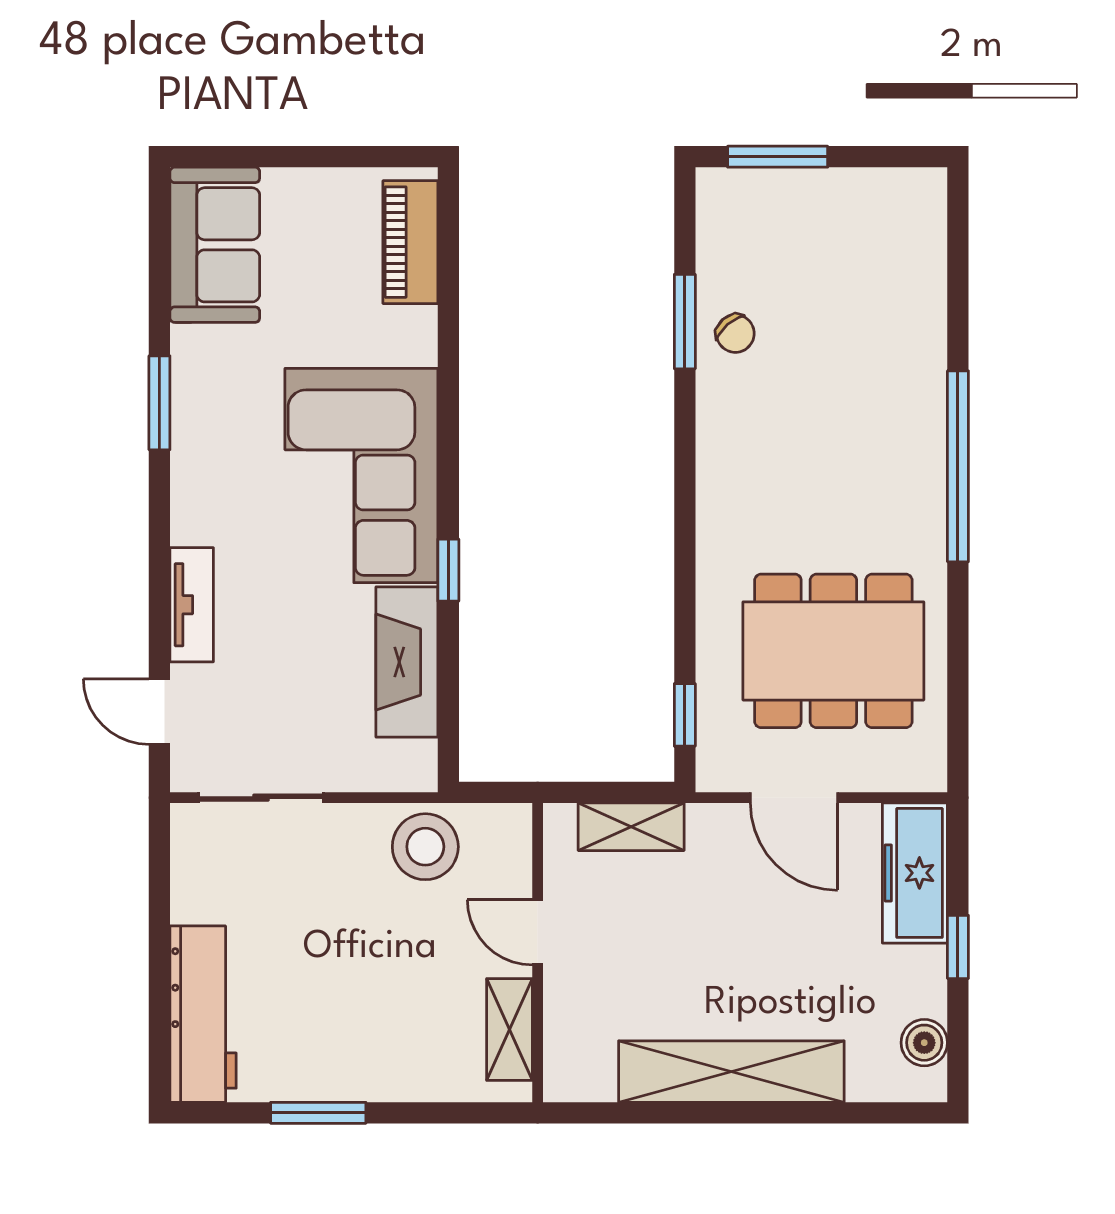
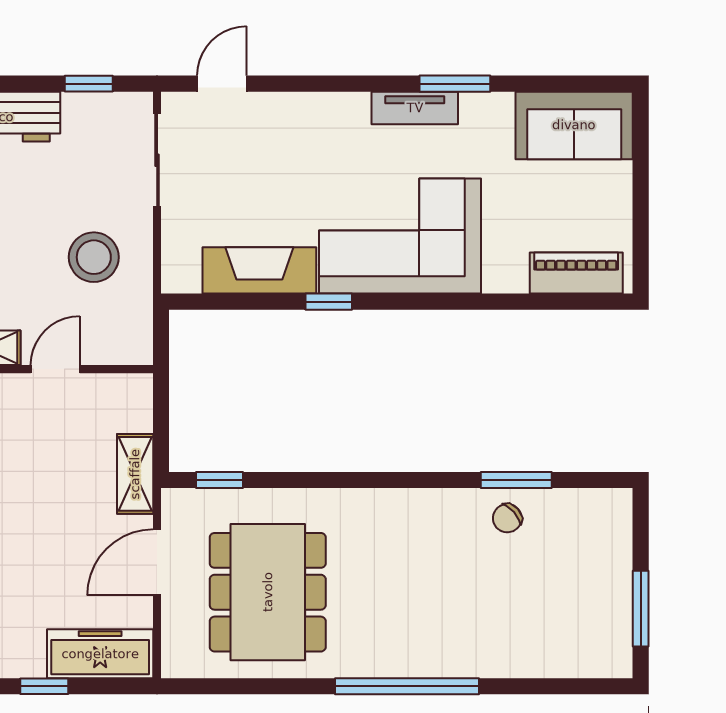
window: (778, 157) -> (641, 609), moved
tv unit: (192, 605) -> (415, 108), moved
shelving: (631, 827) -> (135, 474), moved
stool: (425, 847) -> (94, 257), moved
window: (159, 888) -> (89, 84), added

